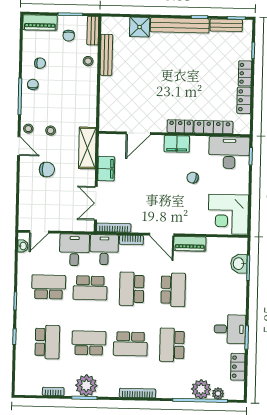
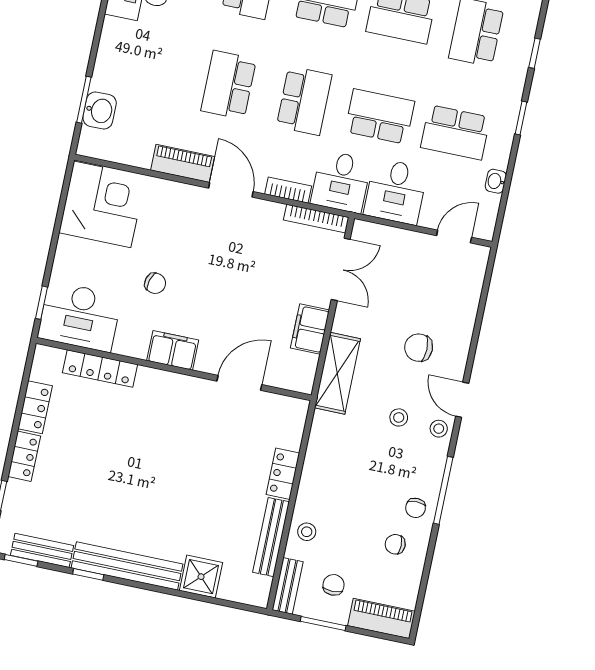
locker: (180, 126) -> (283, 474), moved, turned 90
washbasin: (23, 246) -> (496, 181), moved

